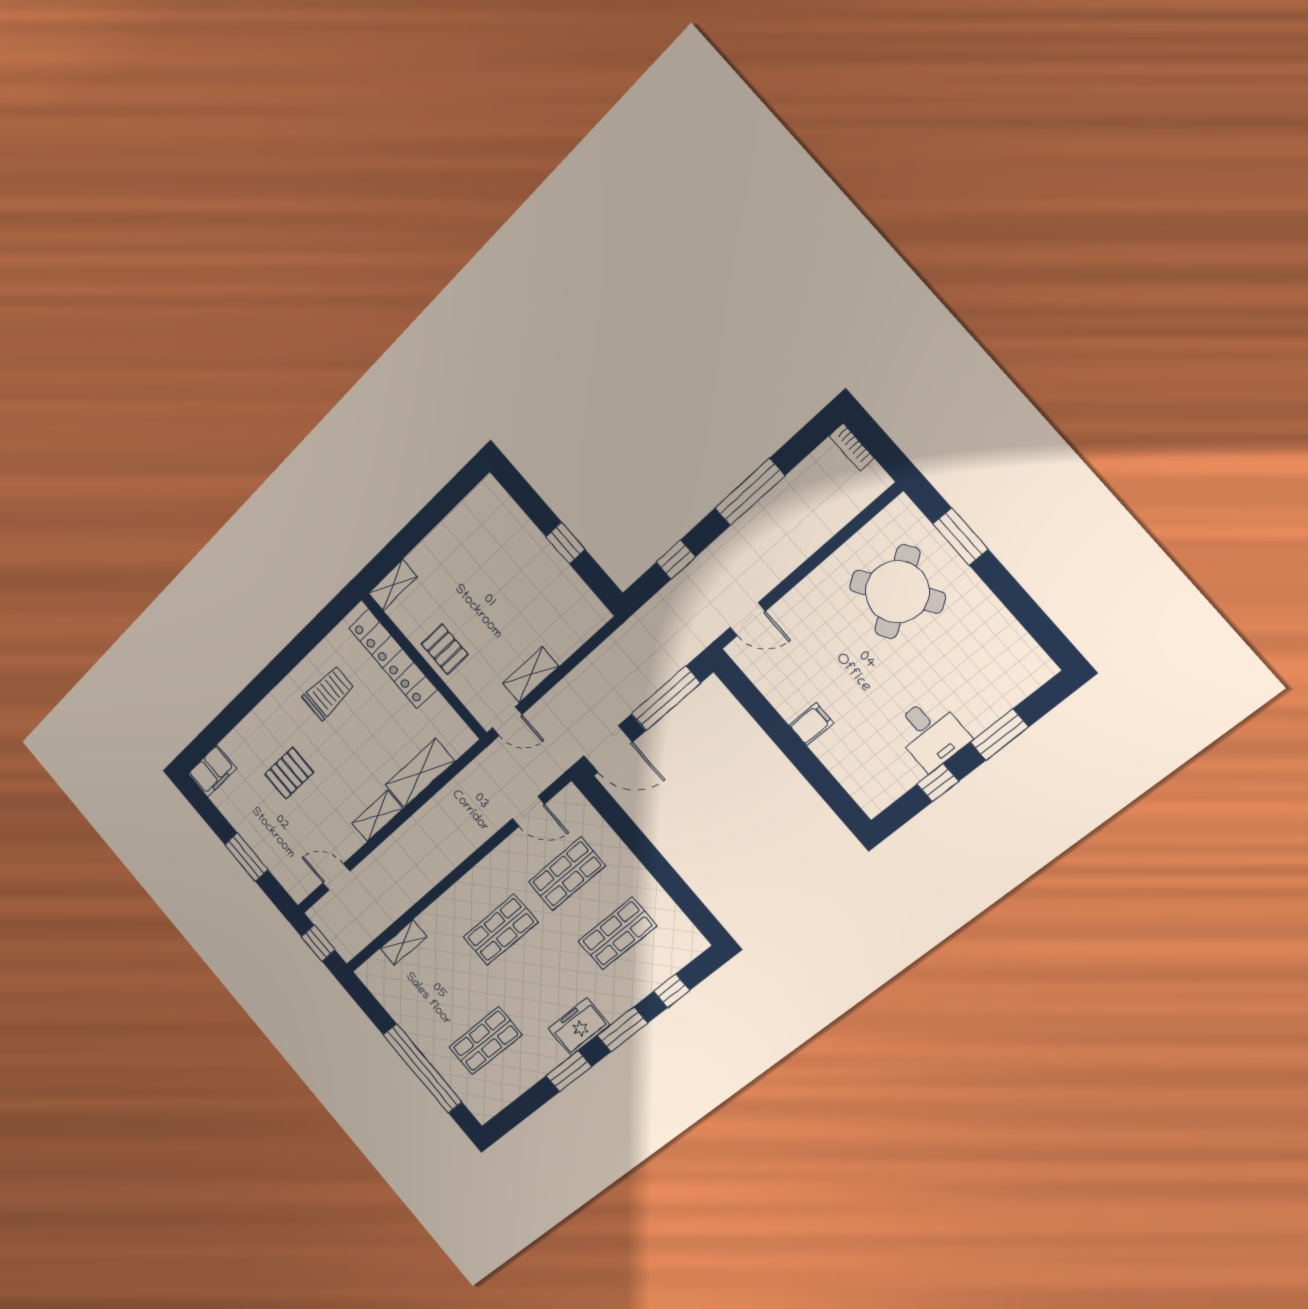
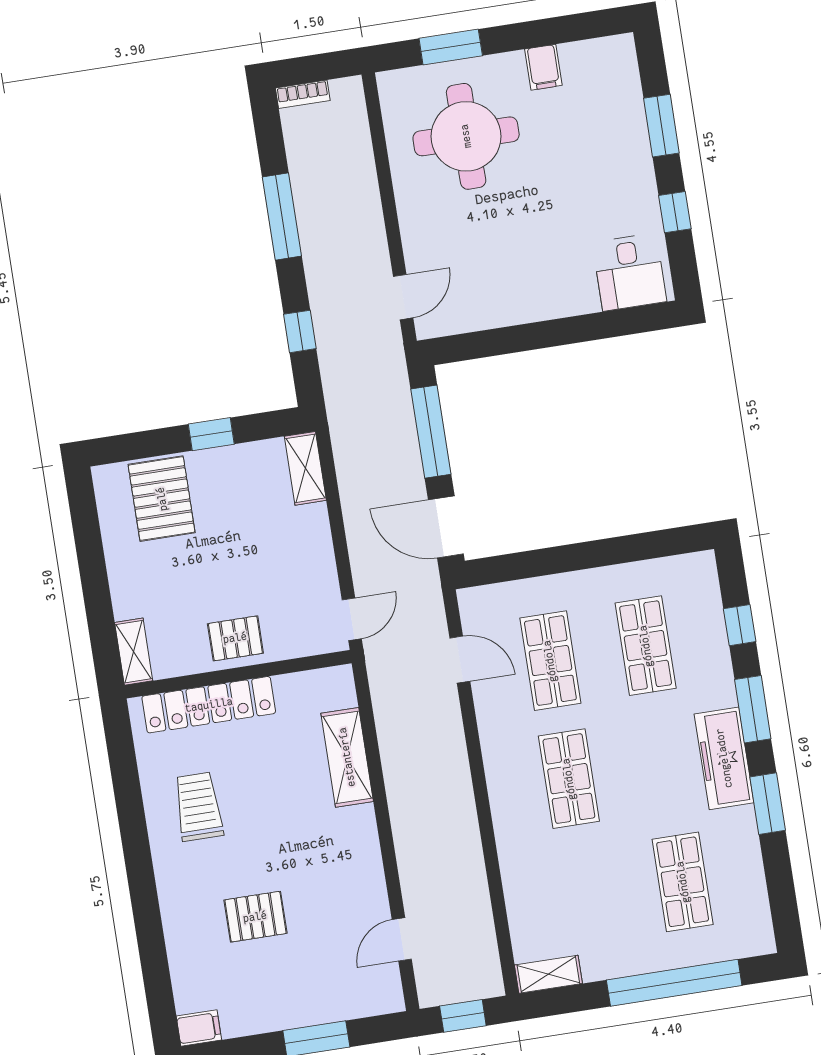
pallet: (501, 537) -> (162, 499), added
round table: (897, 592) -> (466, 136), turned 34
shelving: (531, 675) -> (305, 468), moved
filing cabinet: (811, 724) -> (543, 67), moved, turned 180
desk: (931, 733) -> (630, 272), moved, turned 90
door: (608, 749) -> (446, 527), swing flipped
filing cabinet: (212, 771) -> (199, 1028), width x0.50
pallet: (289, 773) -> (255, 917), turned 90
door: (528, 811) -> (460, 660), hinge flipped
shelving: (377, 816) -> (364, 841), removed
shelving: (403, 943) -> (548, 974), moved, turned 90
freezer: (579, 1027) -> (724, 758), width x1.40

